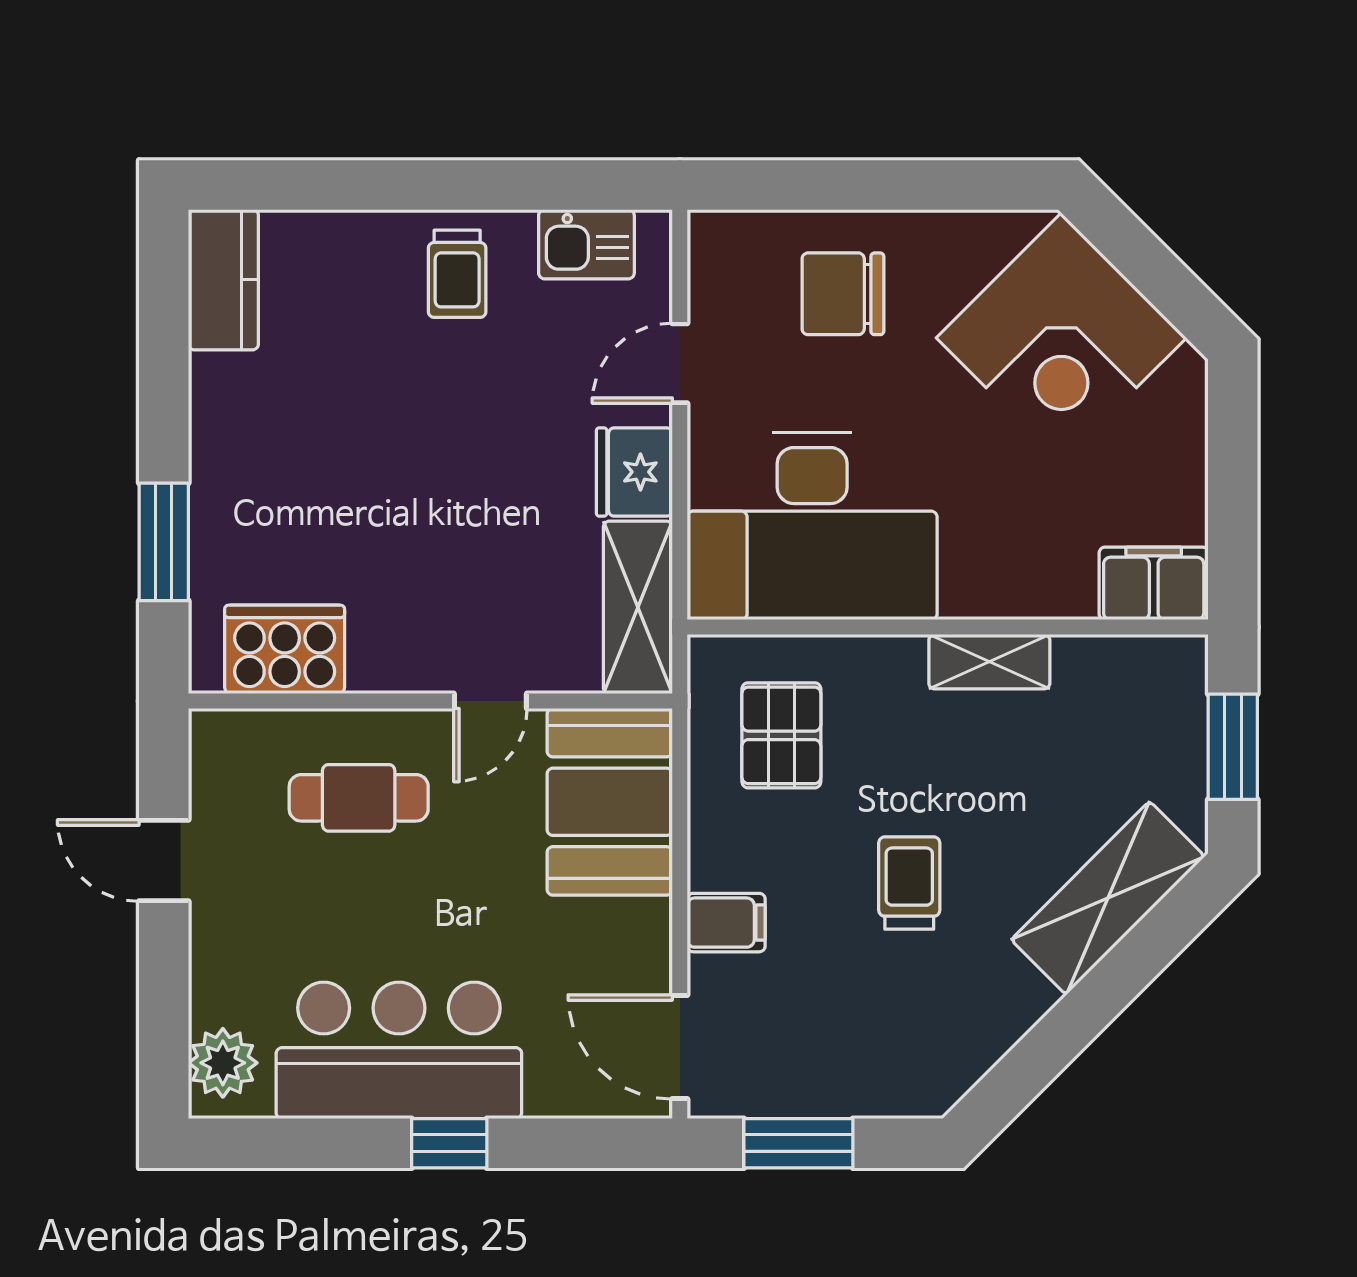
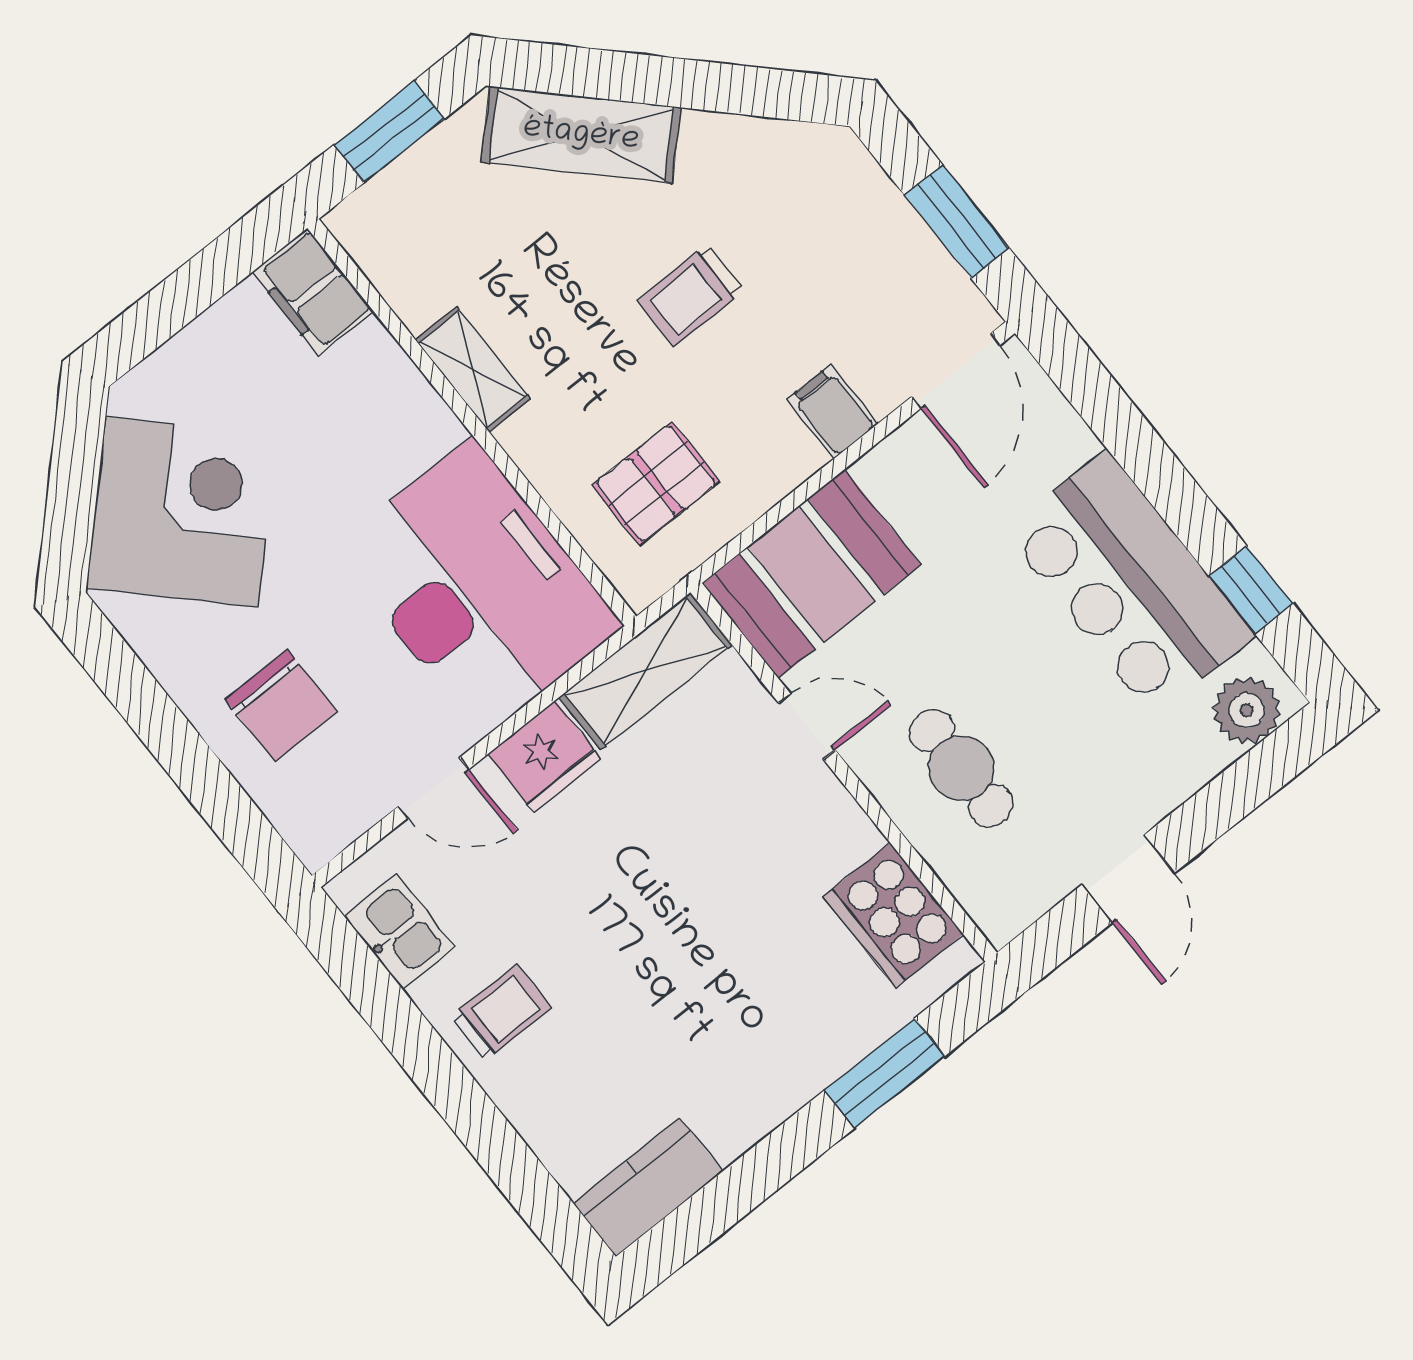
window: (449, 1143) -> (1251, 590), moved

